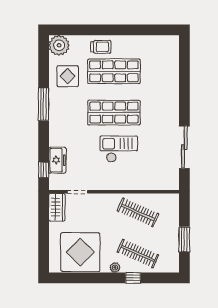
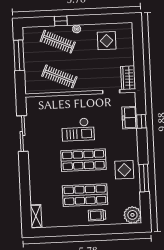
shelving: (173, 49) -> (36, 216), added
display table: (68, 76) -> (124, 170), moved
window: (44, 104) -> (144, 178), moved
window: (44, 170) -> (141, 121), moved
window: (184, 239) -> (19, 55), width x1.44
display table: (80, 252) -> (107, 41), width x0.54, depth x0.54

